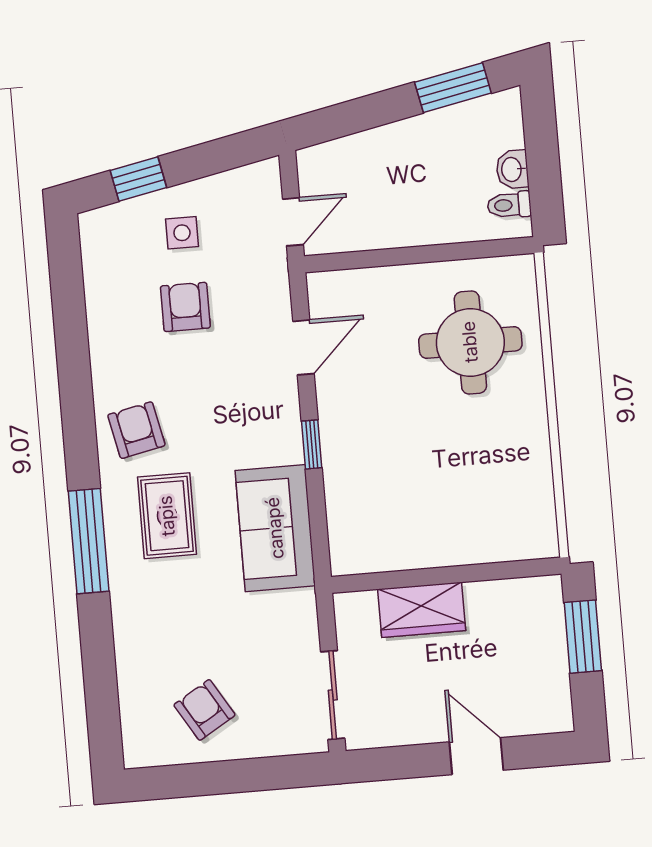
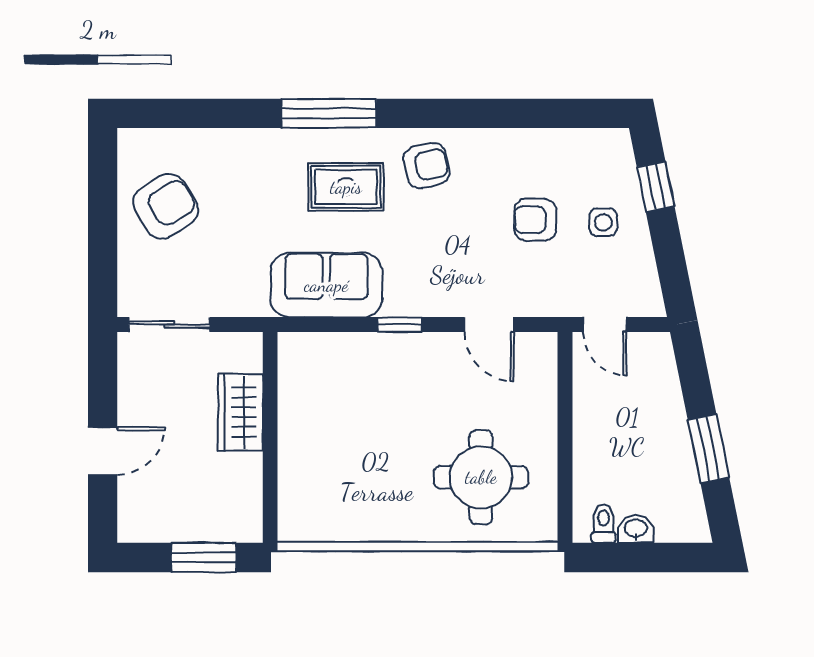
window: (453, 88) -> (709, 449), moved
armchair: (185, 307) -> (535, 220), turned 180
armchair: (204, 710) -> (166, 206), width x1.38, depth x1.38

